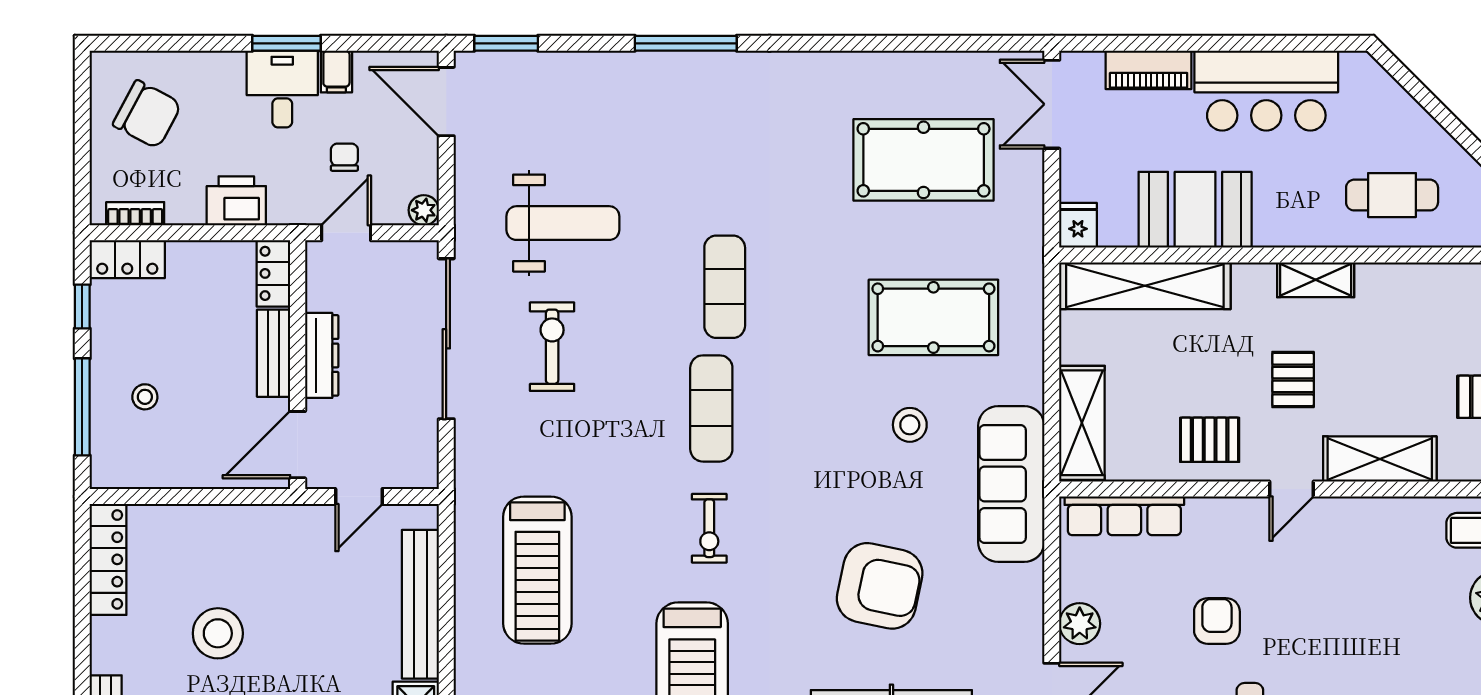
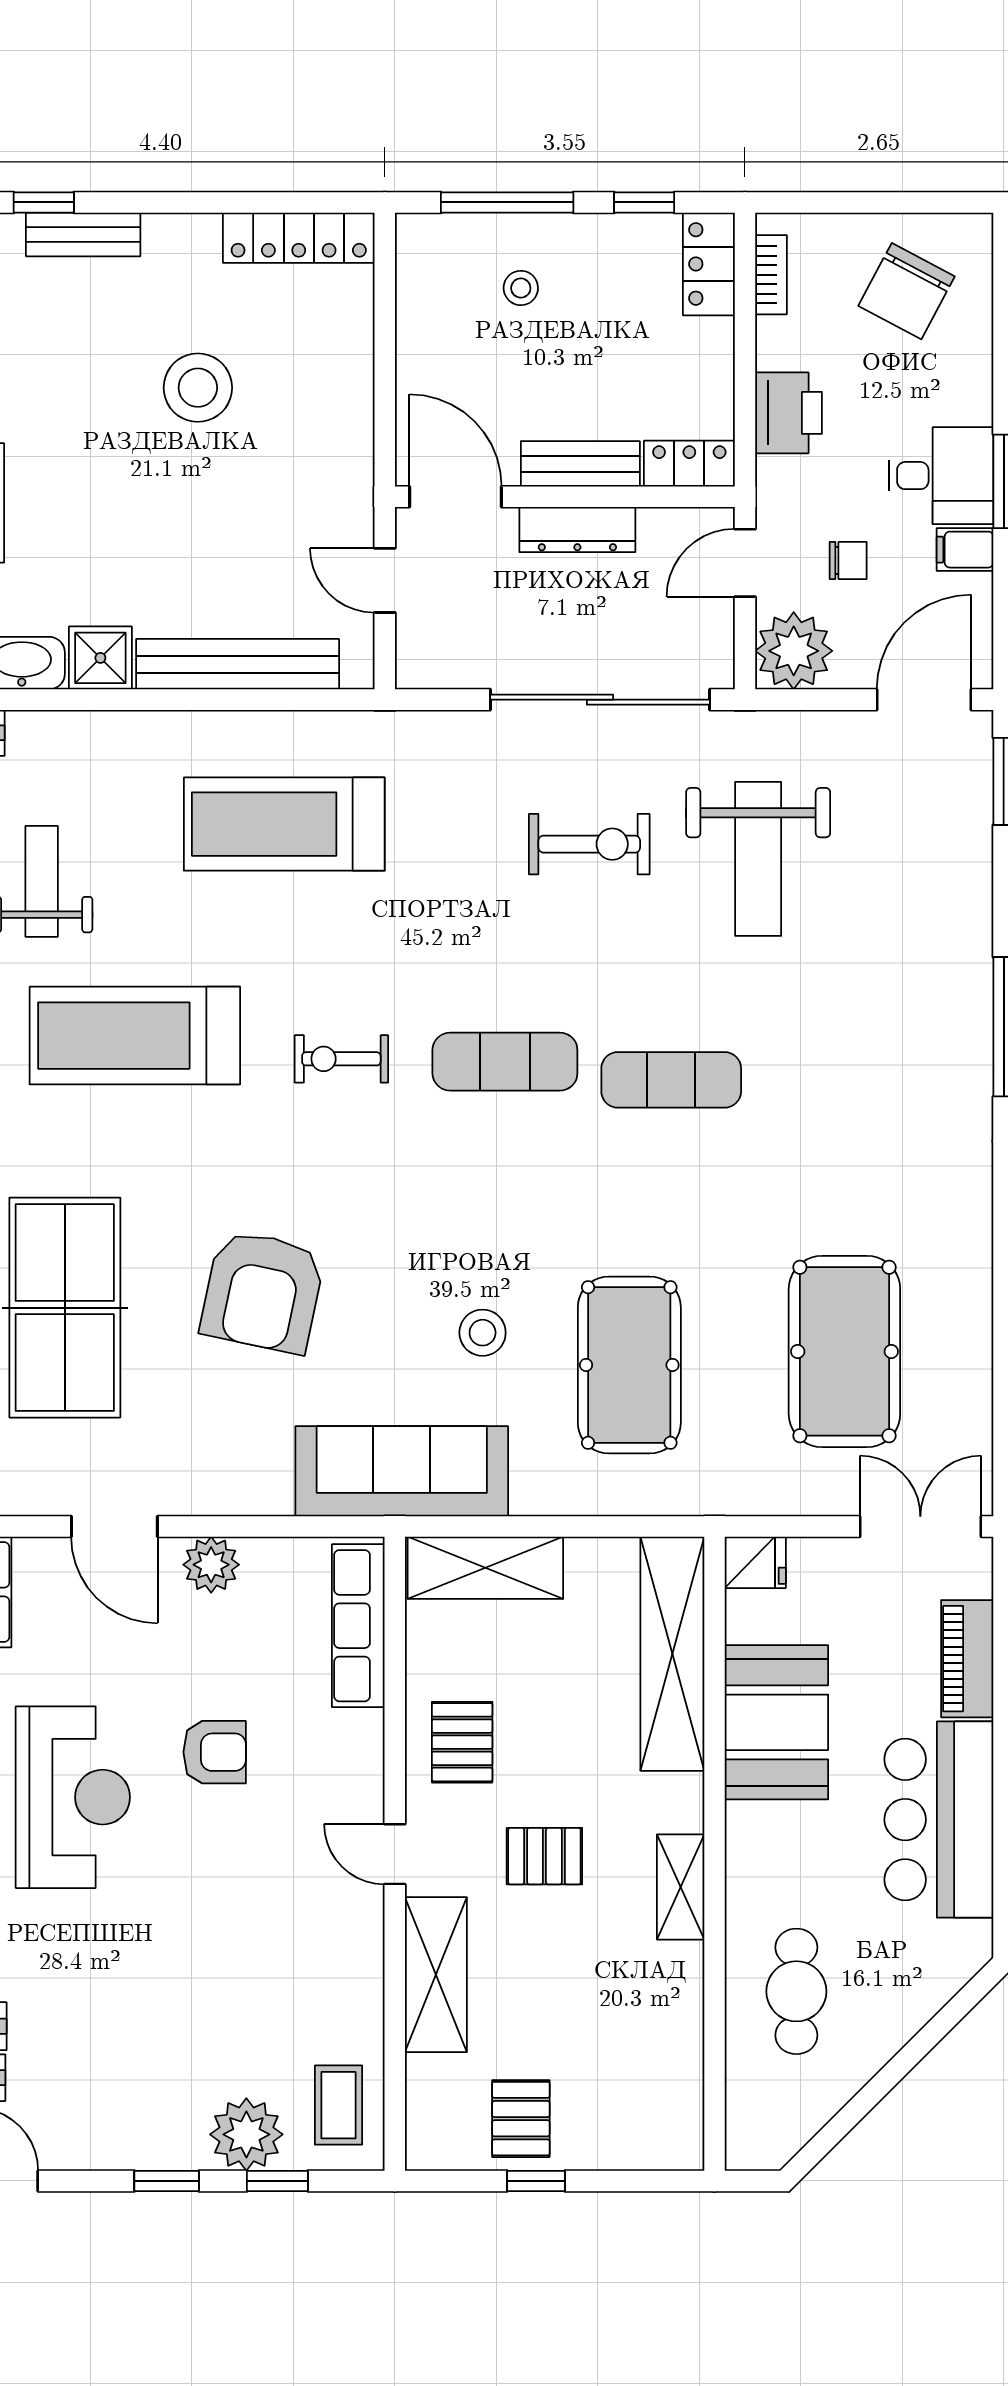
plant: (424, 210) -> (794, 651), width x1.87, depth x1.87
door: (346, 233) -> (745, 563), swing flipped

